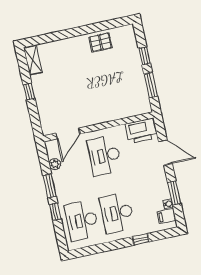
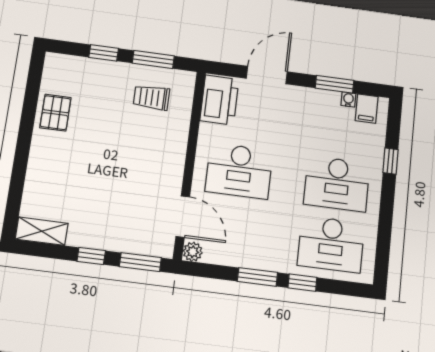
trolley: (128, 92) -> (151, 97), added
window: (35, 119) -> (140, 262), added
plant: (55, 164) -> (193, 252), moved

